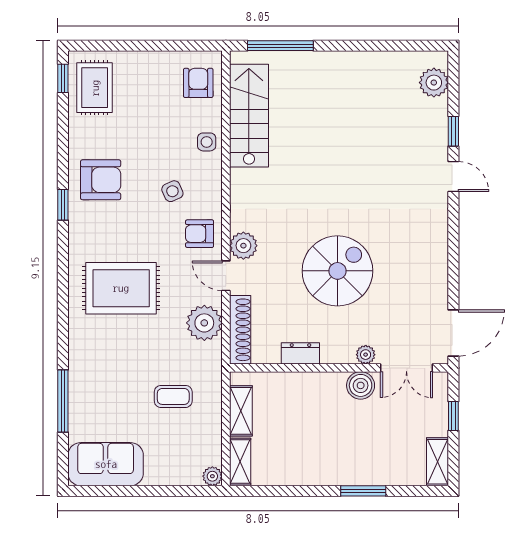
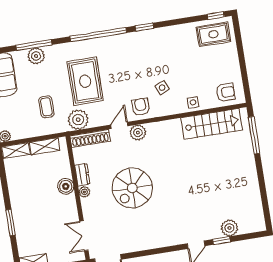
plant: (434, 83) -> (229, 228), moved
armchair: (101, 180) -> (162, 46), removed
spiral stairs: (337, 271) -> (132, 188), turned 90
window: (63, 287) -> (98, 35), added
rug: (121, 288) -> (85, 81), moved
plant: (204, 323) -> (78, 120), moved
plant: (366, 355) -> (84, 192), moved
boiler: (361, 385) -> (66, 186), moved
plant: (82, 400) -> (36, 56), added

